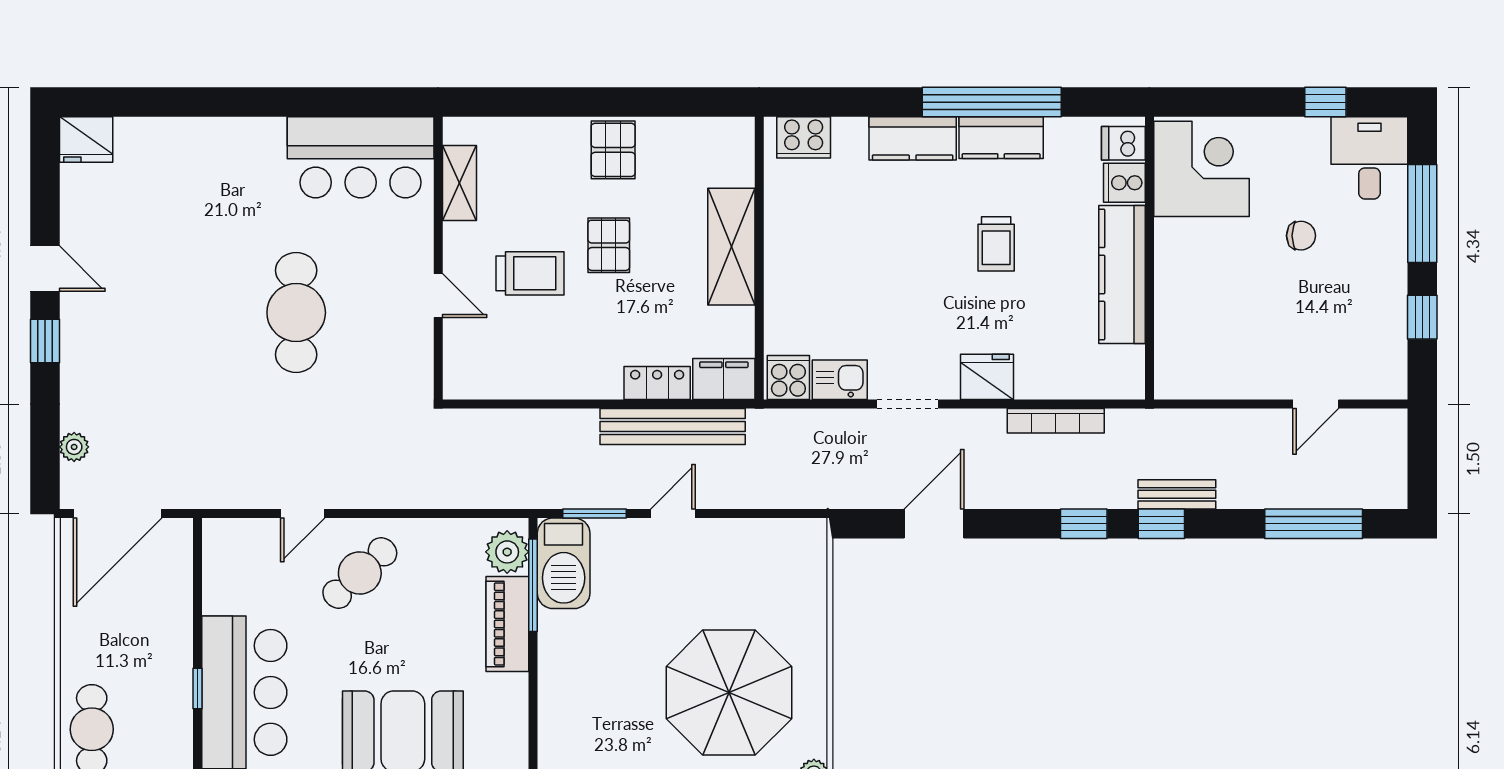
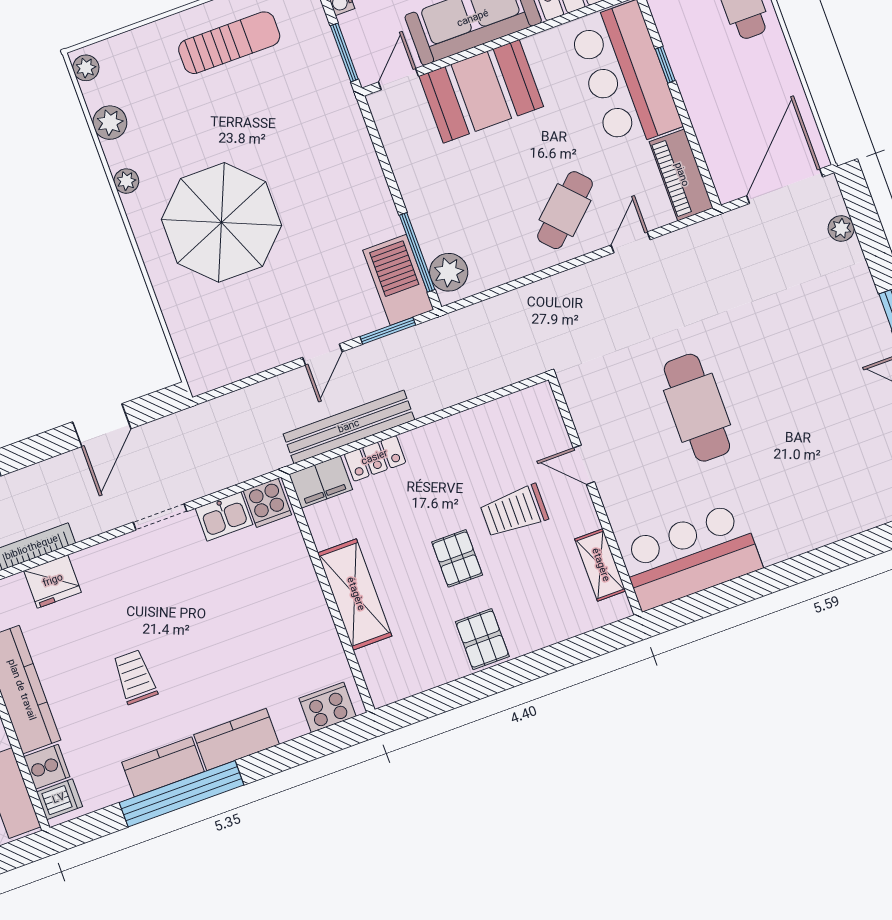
fridge: (987, 377) -> (53, 581), moved
piano: (507, 624) -> (681, 175), moved, turned 180

